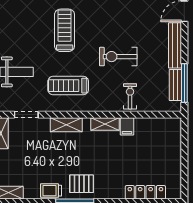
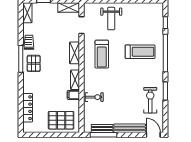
exercise bike: (118, 57) -> (150, 100), moved
treadmill: (68, 86) -> (102, 54), turned 180
pallet: (163, 144) -> (61, 120), added

